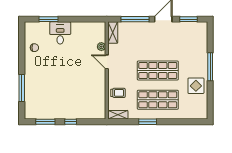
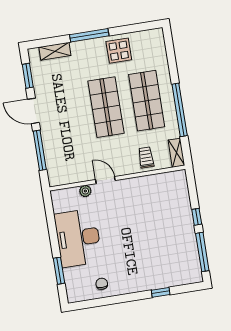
shelving: (113, 32) -> (55, 51), moved
desk: (60, 33) -> (78, 238), width x1.87, depth x1.30
door: (107, 62) -> (105, 180), swing flipped
window: (22, 88) -> (161, 292), width x0.46
window: (45, 122) -> (202, 252), width x1.44
window: (148, 122) -> (180, 110), width x2.11

